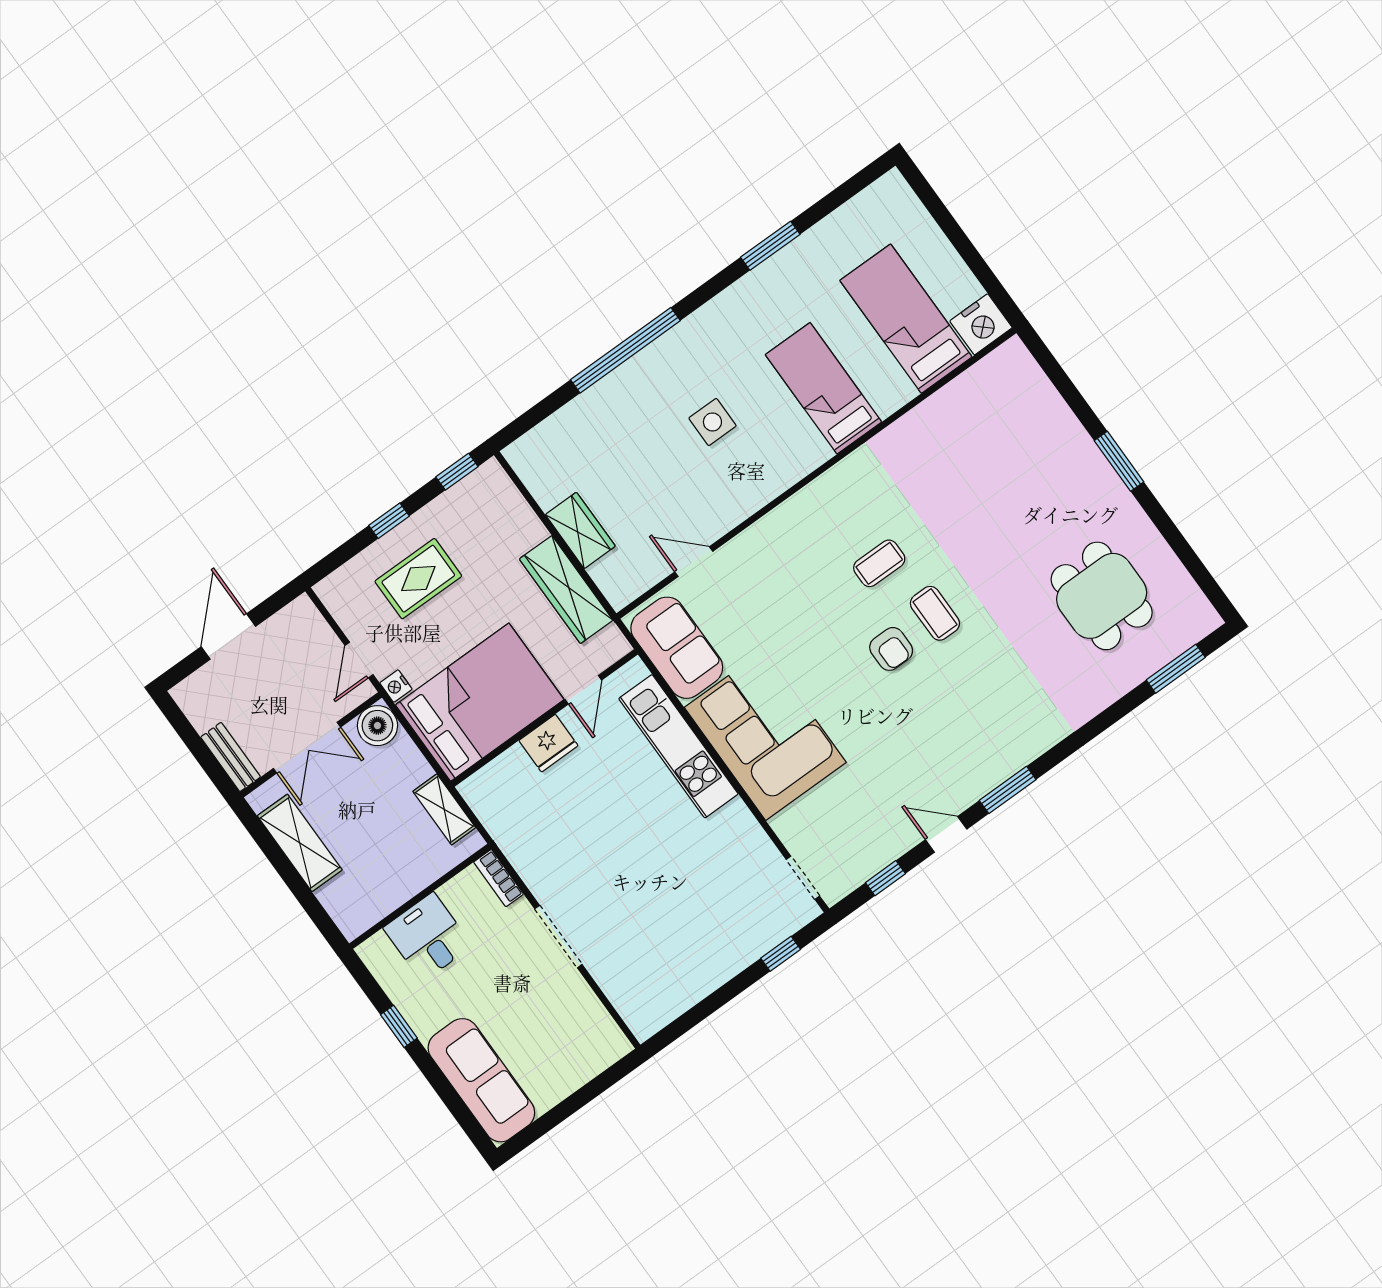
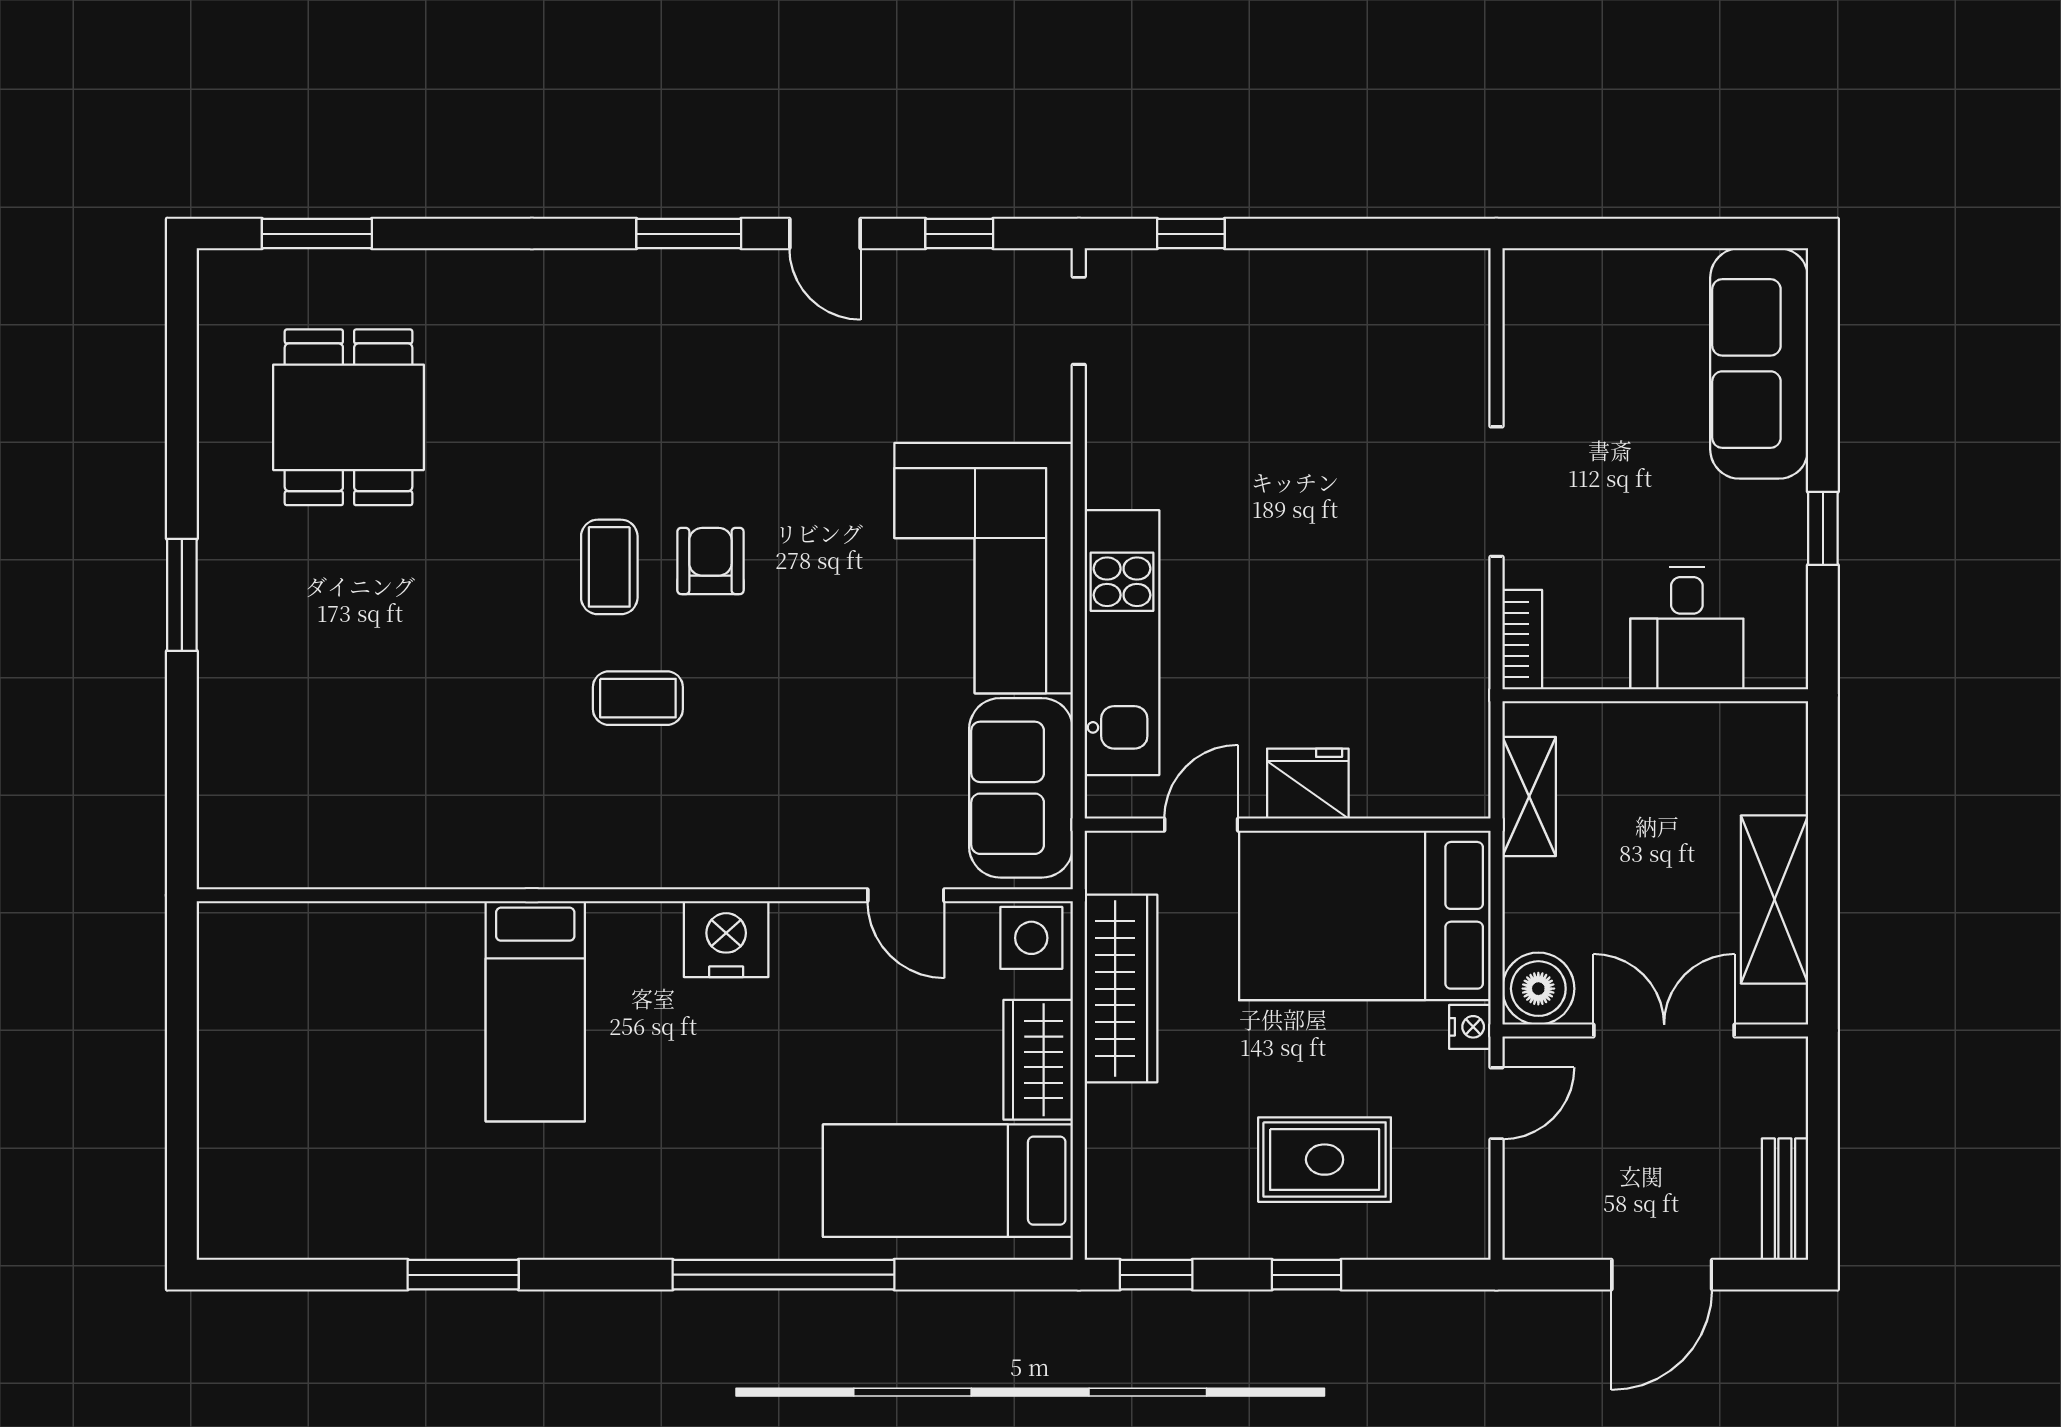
bed: (906, 319) -> (948, 1181), moved, turned 90
nightstand: (981, 324) -> (726, 939), moved
side table: (712, 422) -> (1031, 938), moved
bench: (231, 757) -> (1785, 1199), moved

